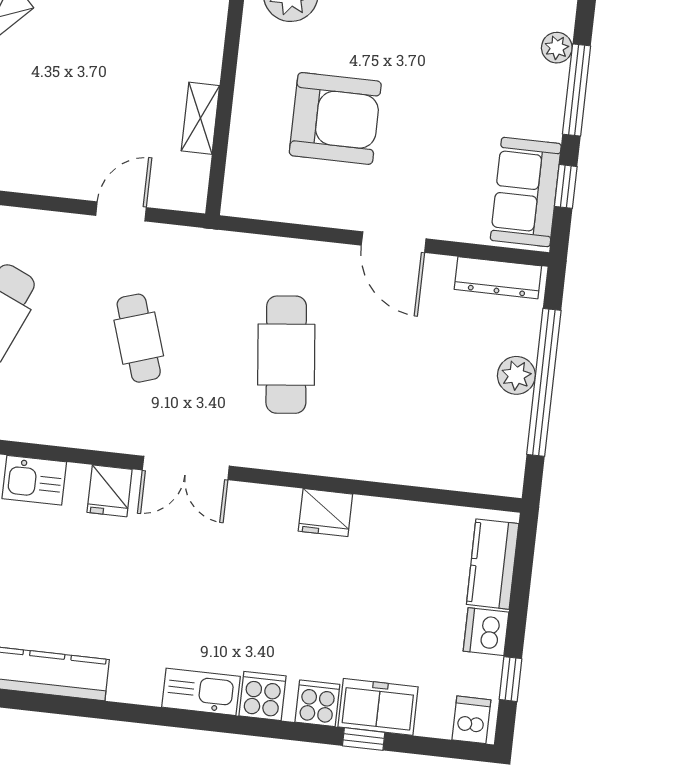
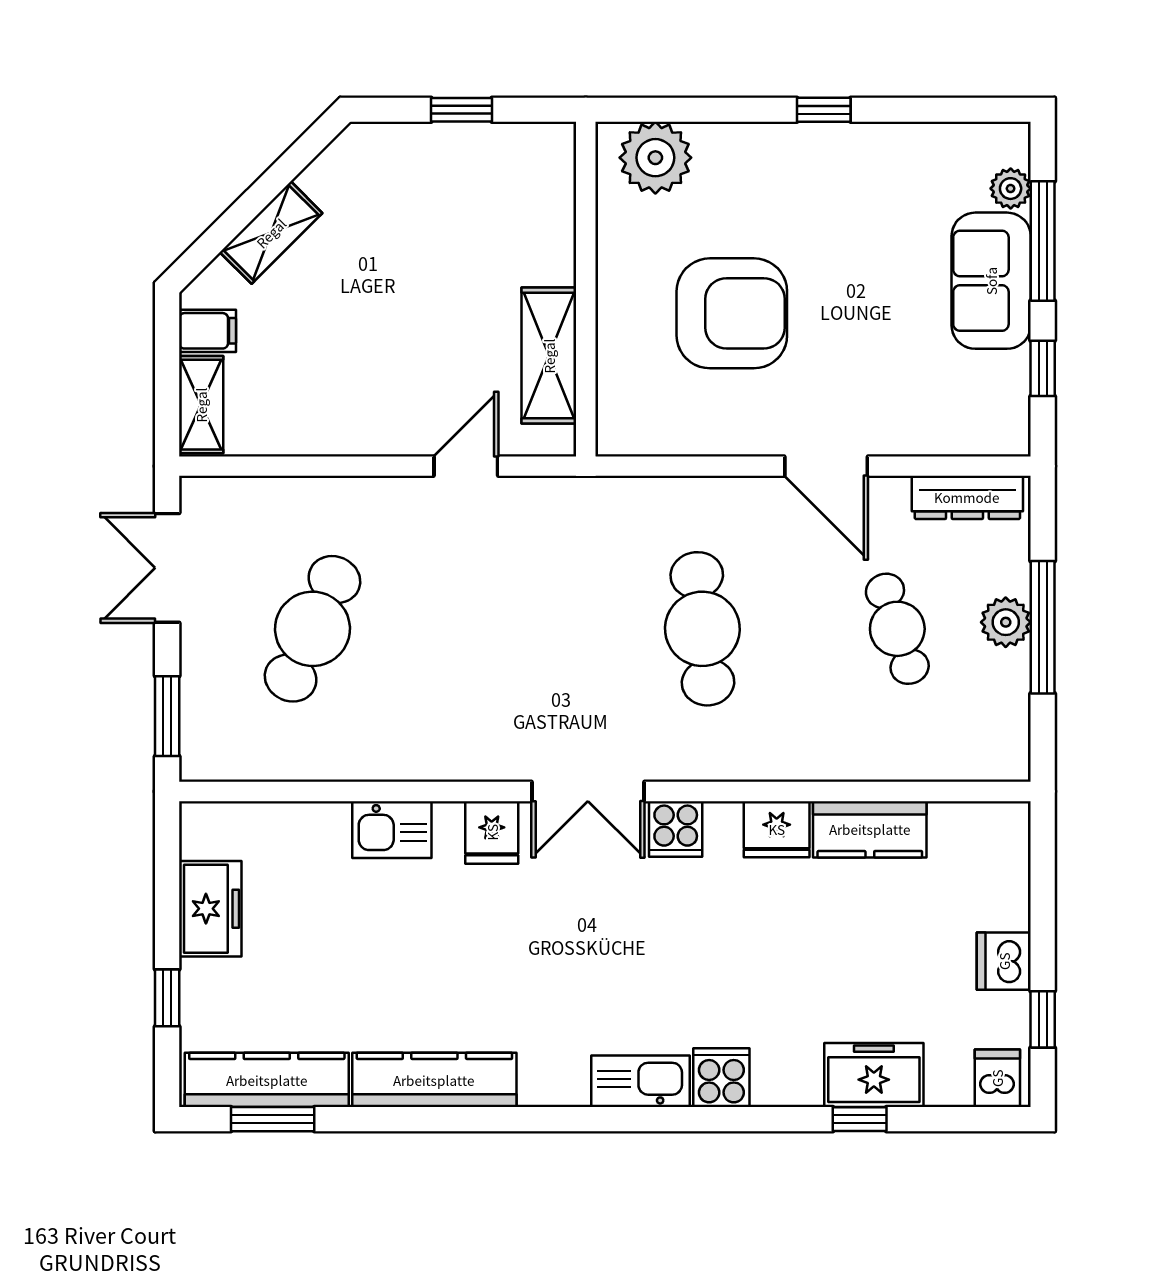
shelving: (200, 118) -> (549, 356), width x1.50, depth x1.33
sofa: (526, 192) -> (991, 281), moved
cafe table: (139, 338) -> (897, 629), moved
window: (544, 382) -> (1043, 627), width x0.68
kitchen counter: (493, 564) -> (870, 829), moved, turned -90
cooker: (317, 703) -> (676, 829), moved, turned 180

